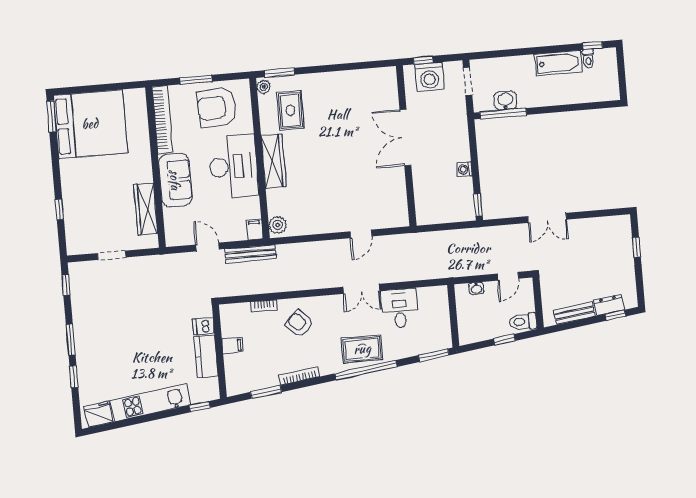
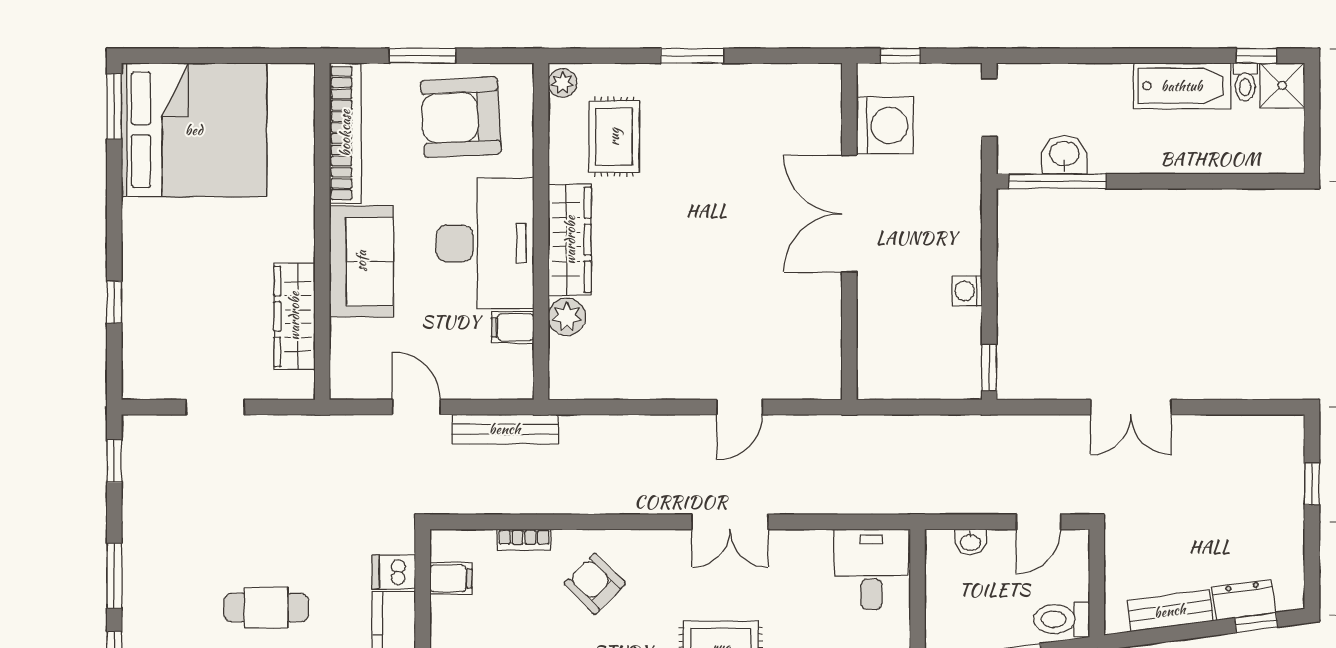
shower: (606, 59) -> (1282, 85), added
window: (279, 73) -> (692, 56), moved
washing machine: (429, 77) -> (885, 126), moved, turned -90
plant: (278, 225) -> (567, 317), moved
filing cabinet: (255, 229) -> (513, 327), moved, turned -90
desk: (400, 308) -> (871, 569), moved
filing cabinet: (232, 345) -> (451, 578), moved
cafe table: (144, 348) -> (266, 608), added

